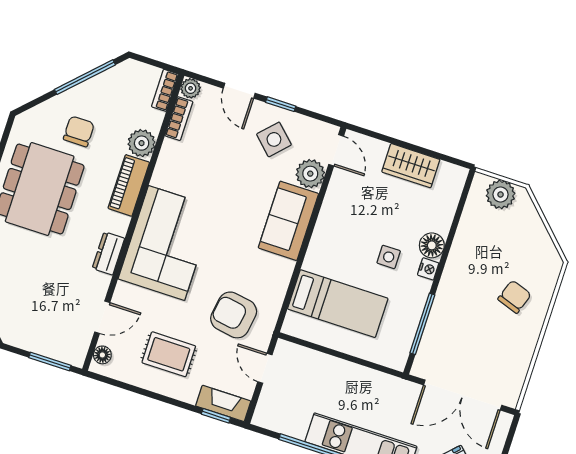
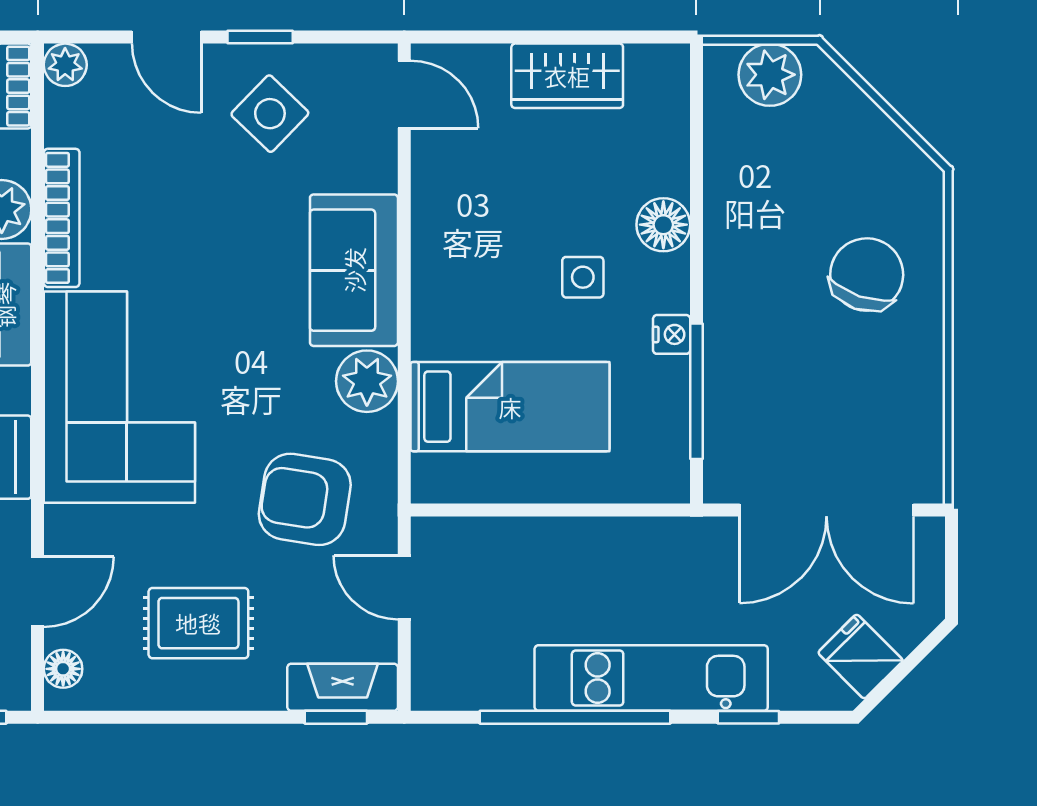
bookcase: (179, 119) -> (62, 218), moved, width x1.56
plant: (310, 174) -> (367, 381), moved
nightstand: (428, 269) -> (672, 334), moved
chair: (514, 297) -> (867, 274), width x1.37, depth x1.37

